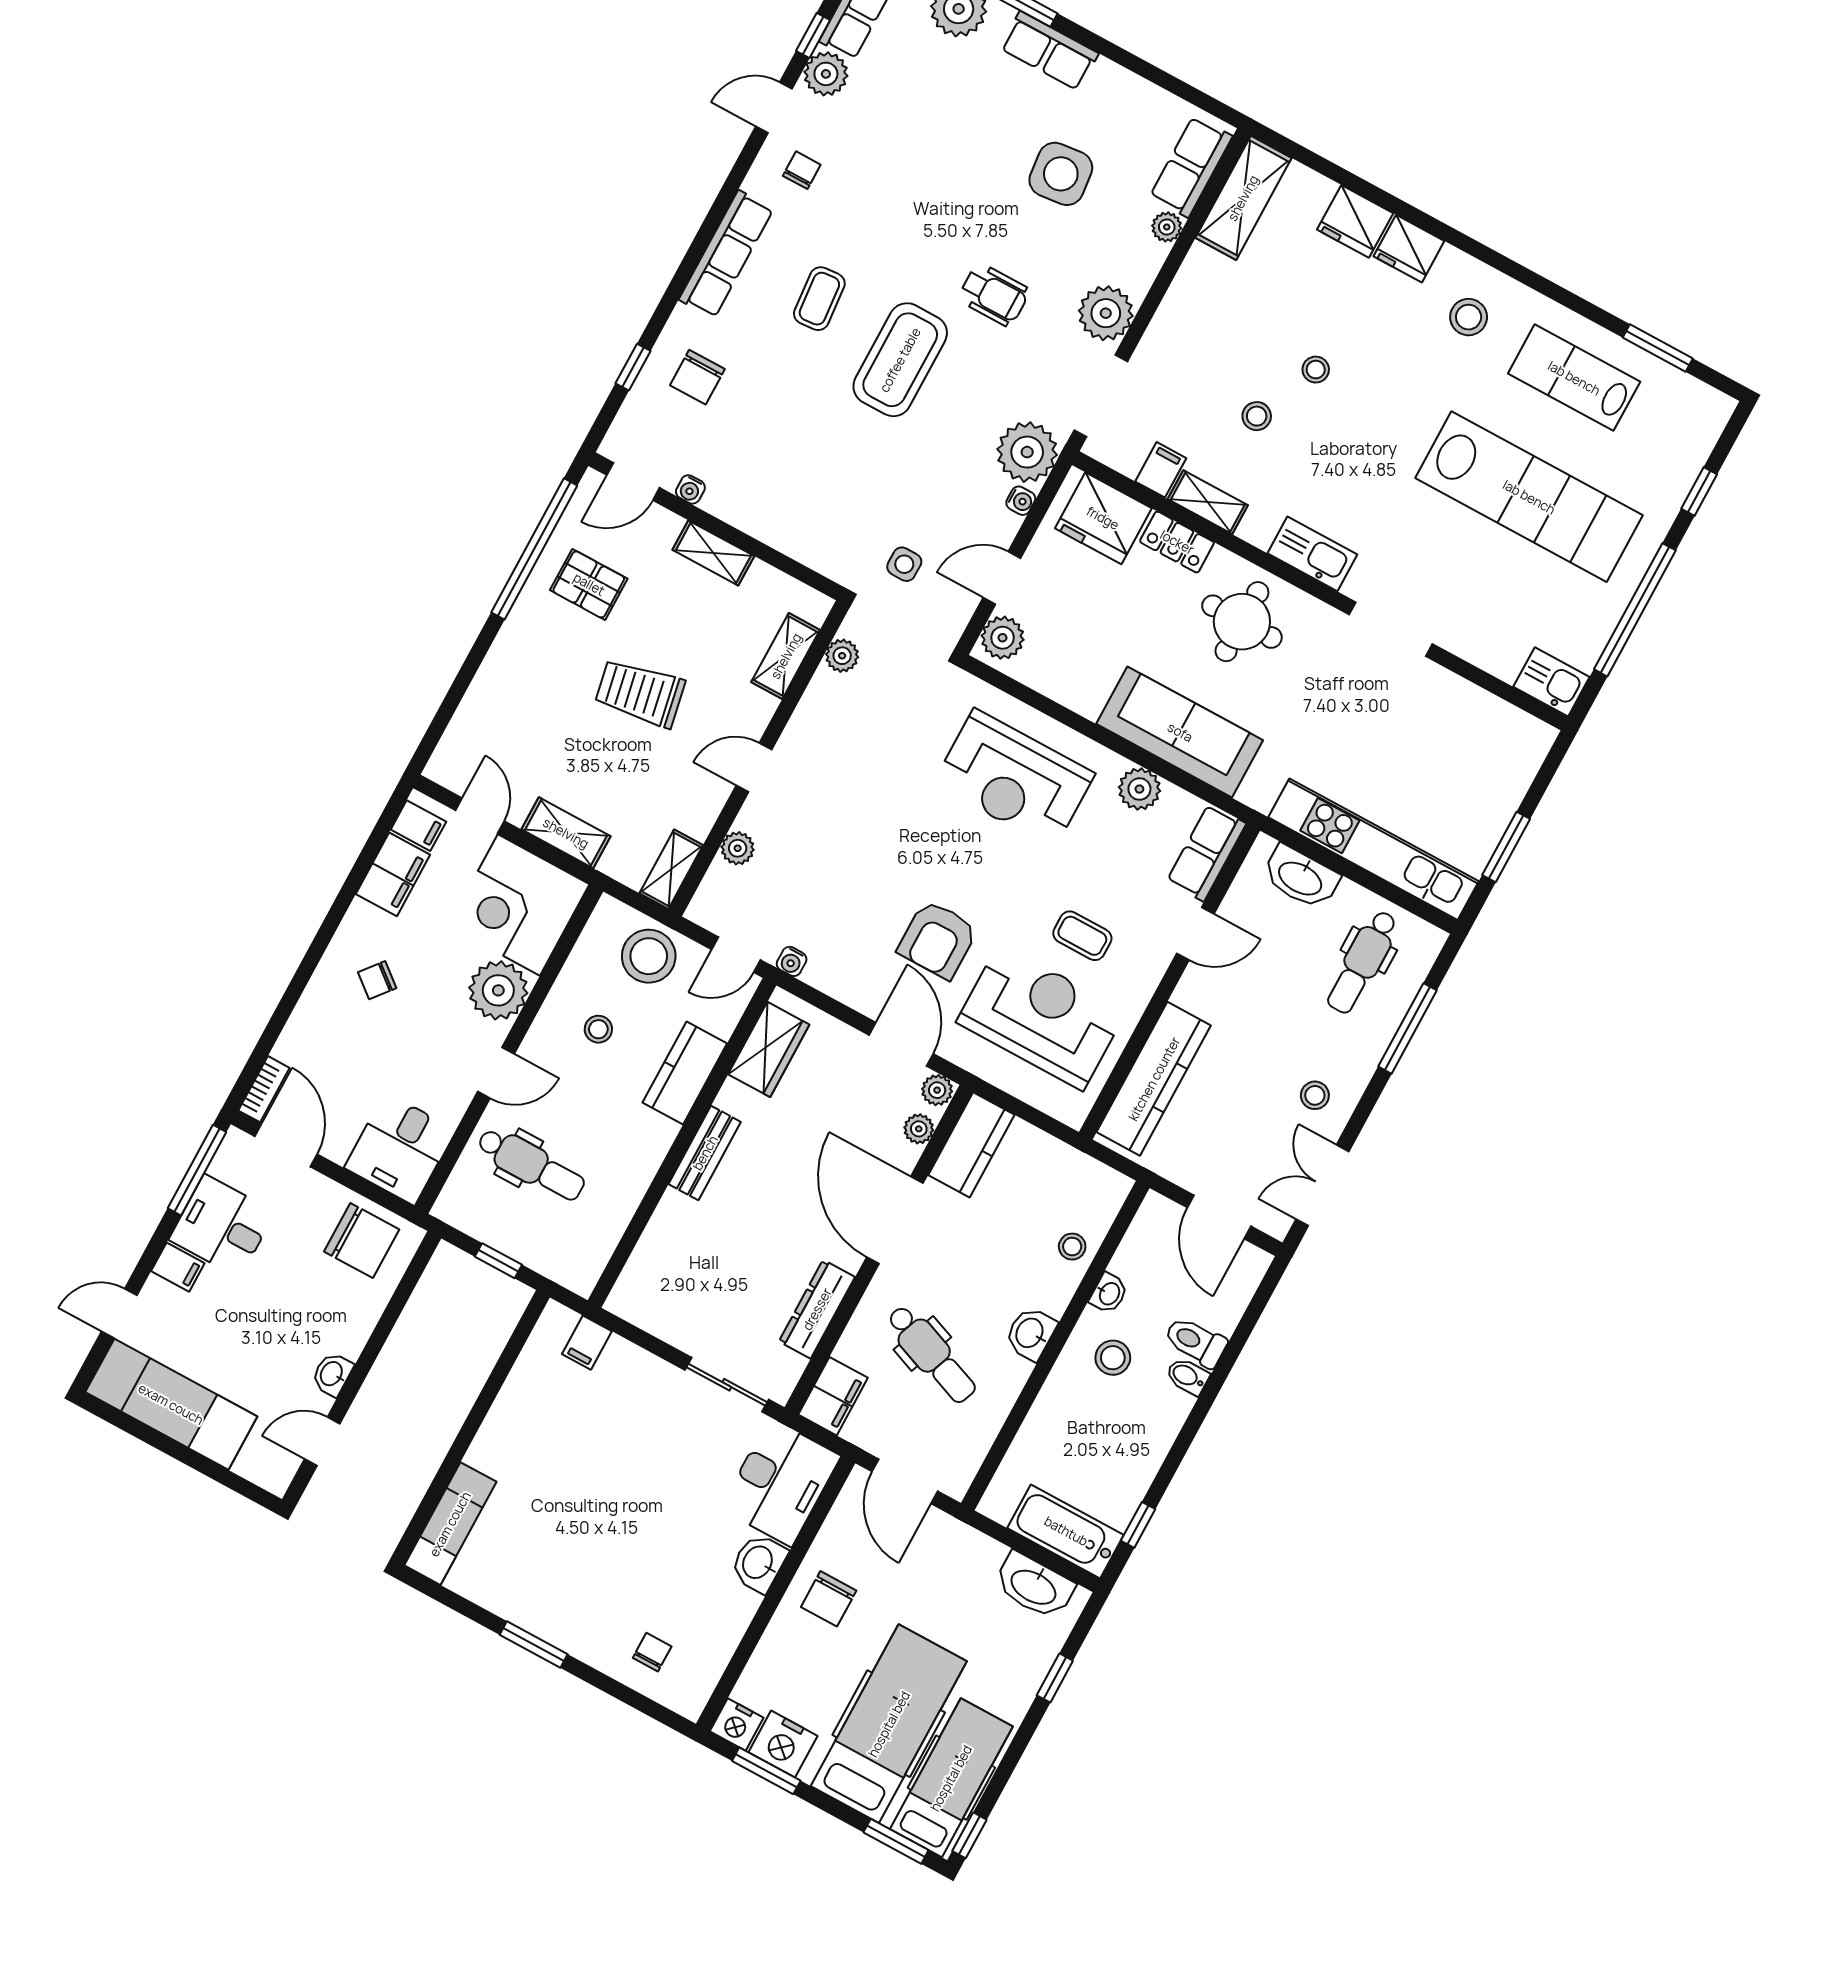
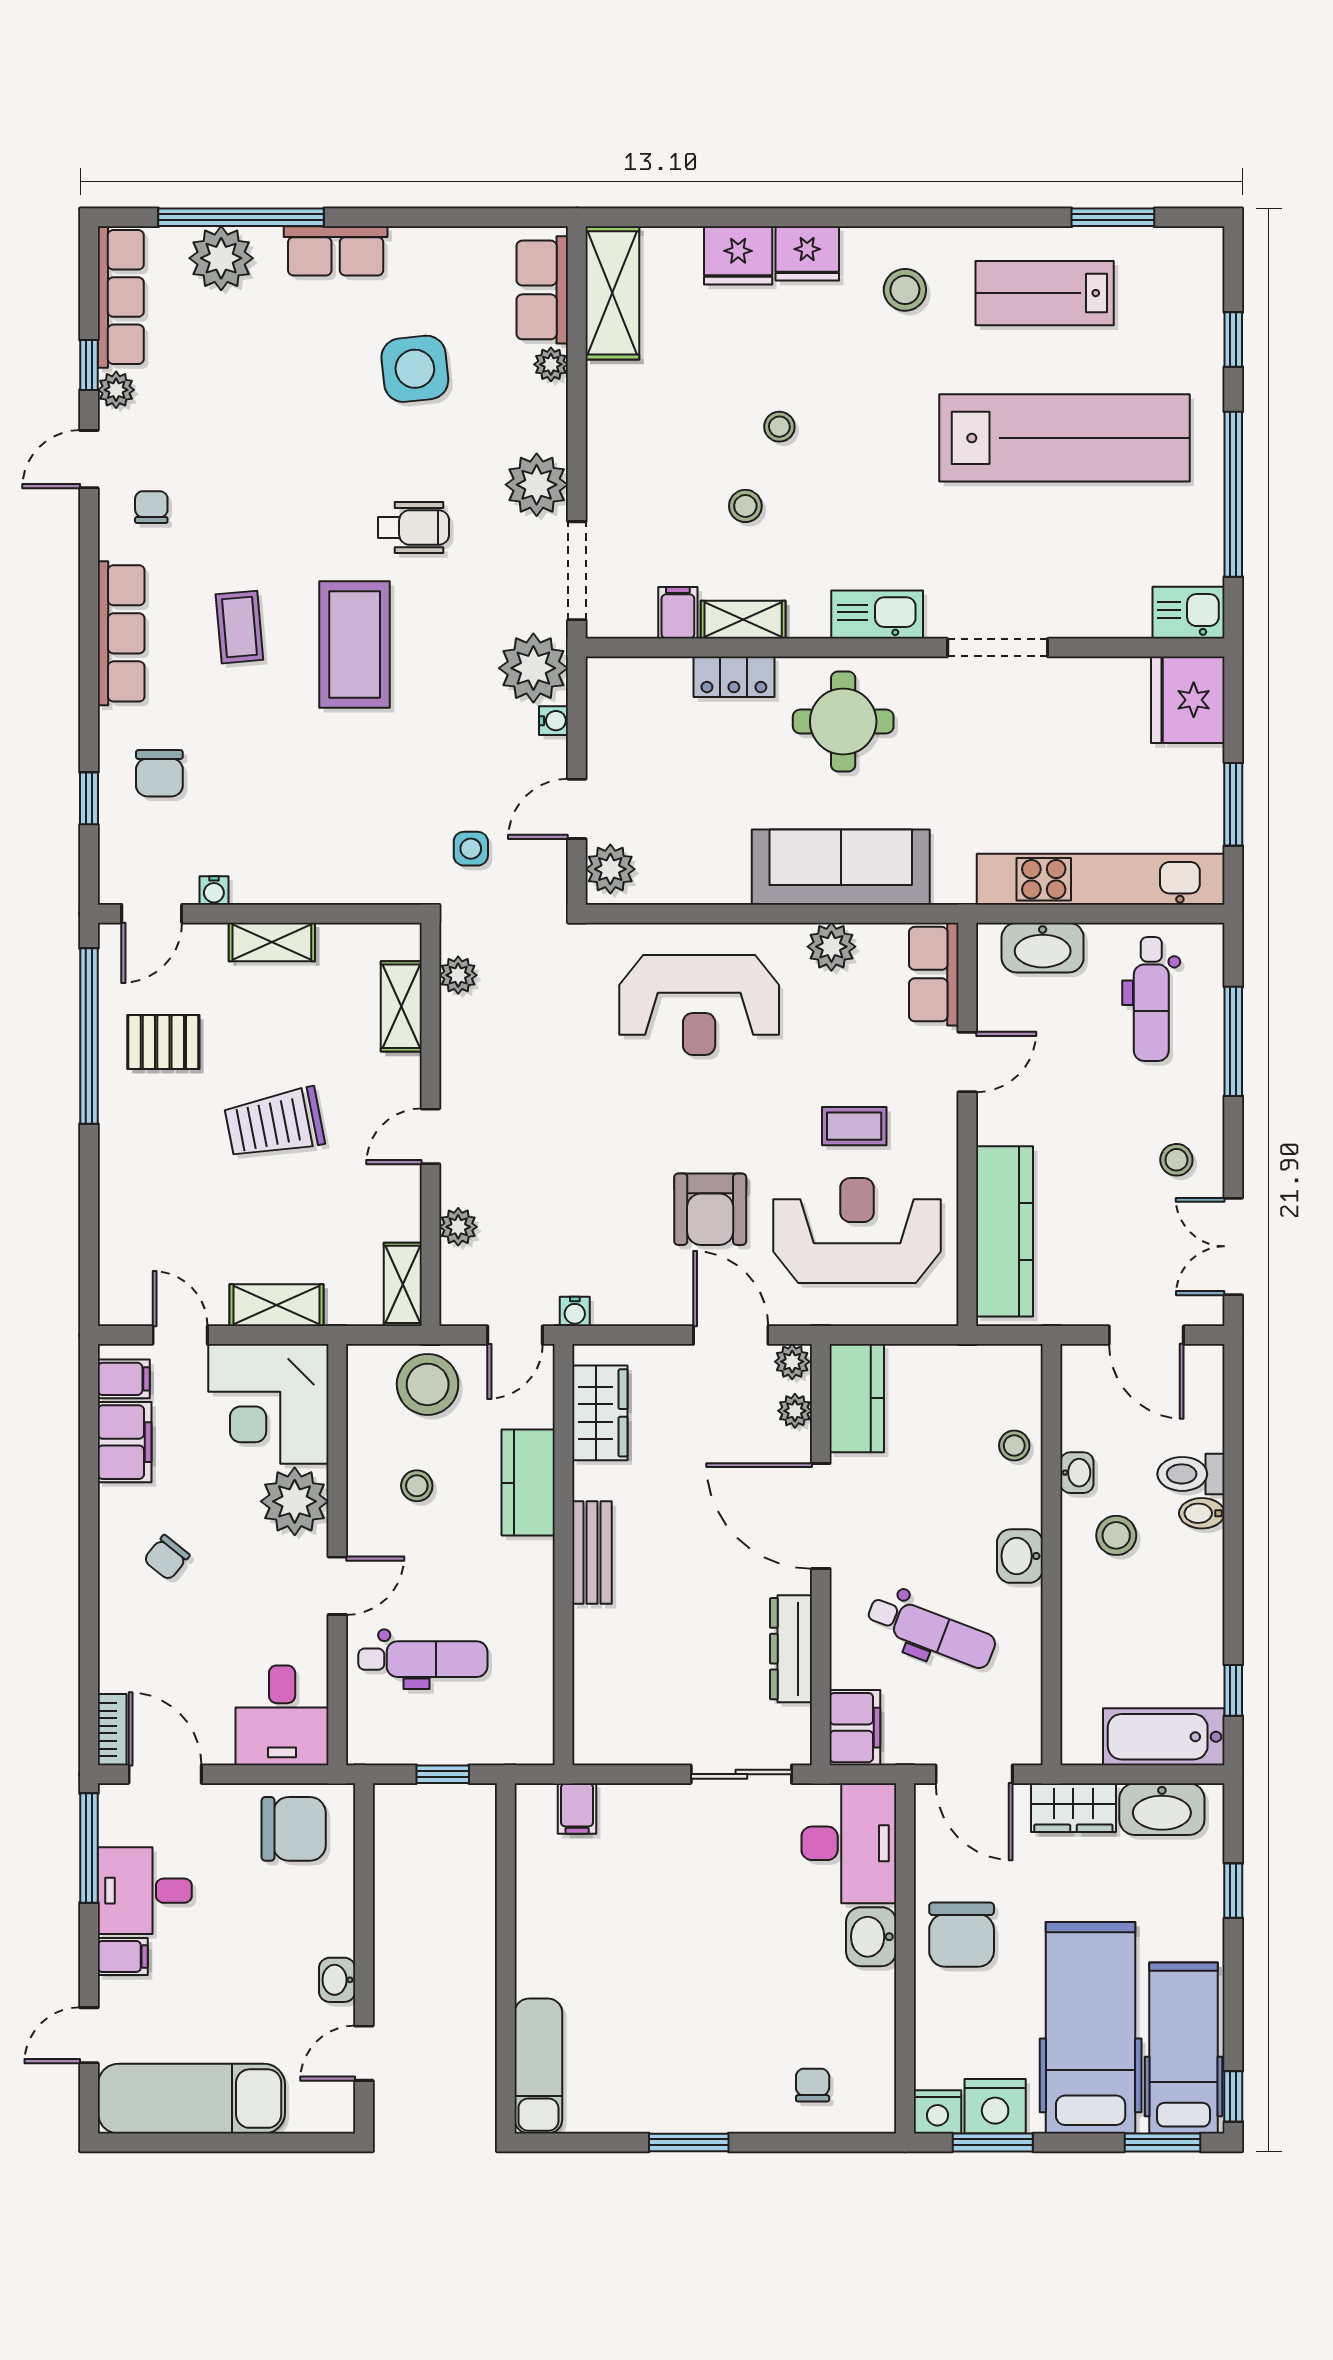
plant: (826, 74) -> (116, 390), width x0.73, depth x0.73
fridge: (1103, 518) -> (1188, 700), moved, turned 90
wardrobe: (967, 1548) -> (1073, 1808), added
chair: (829, 1599) -> (962, 1935), width x1.37, depth x1.37

